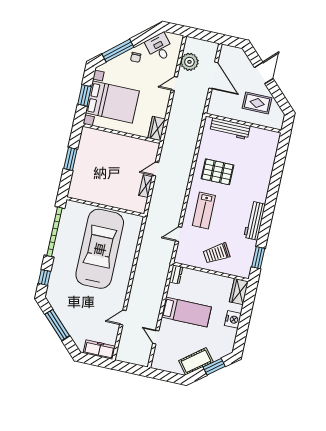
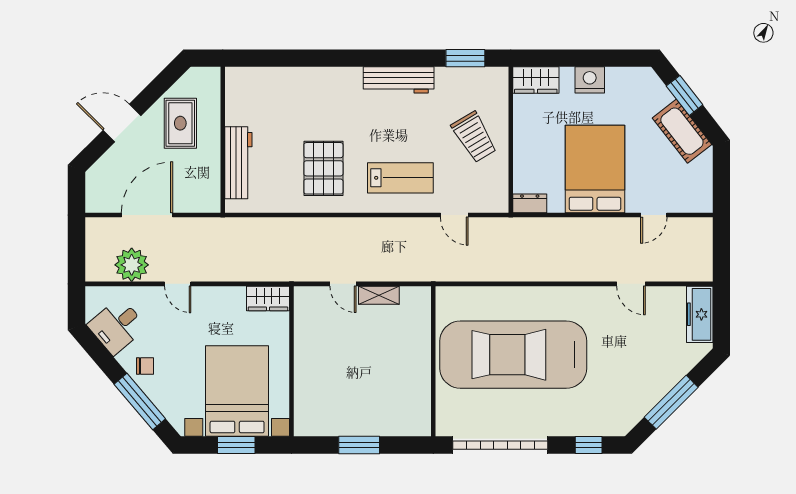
bed: (186, 312) -> (595, 169), width x1.50

